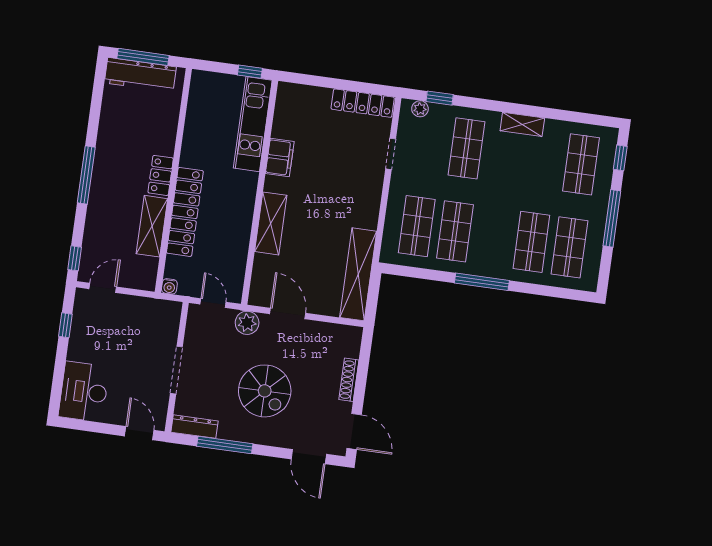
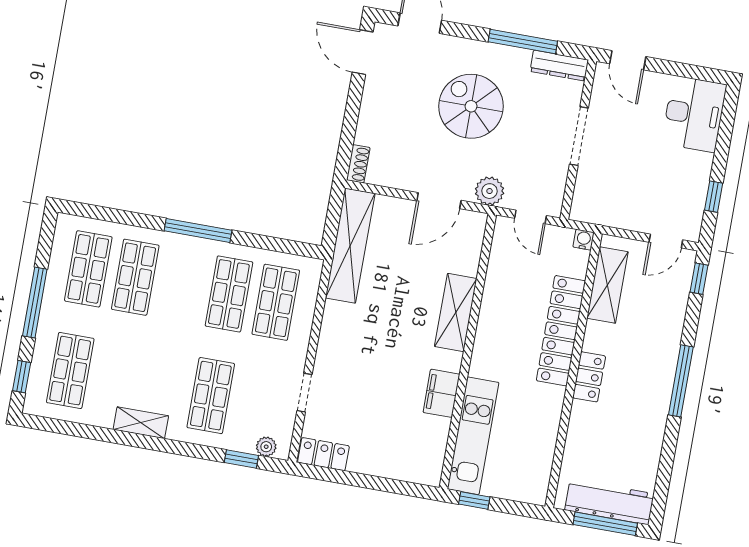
locker: (363, 103) -> (323, 454), width x0.66
shelving: (152, 226) -> (607, 285), moved
door: (288, 313) -> (439, 201), hinge flipped
shoe rack: (349, 380) -> (358, 164), moved, width x0.70

